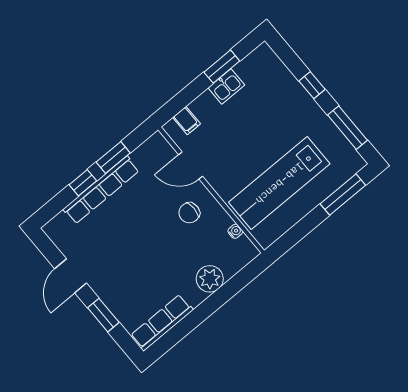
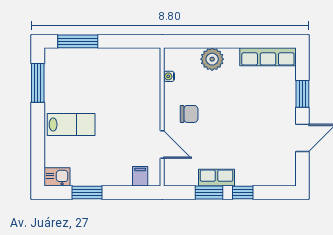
window: (312, 85) -> (38, 130), removed
kitchen sink: (226, 86) -> (57, 177), moved
lab bench: (279, 183) -> (71, 124), moved, width x0.54, depth x0.72
row of seats: (101, 190) -> (217, 178), width x0.50

